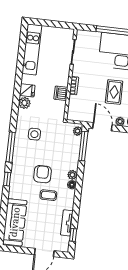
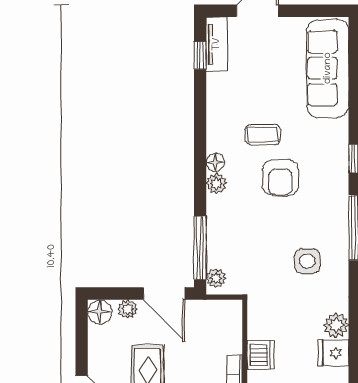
tv unit: (67, 223) -> (217, 44), moved

